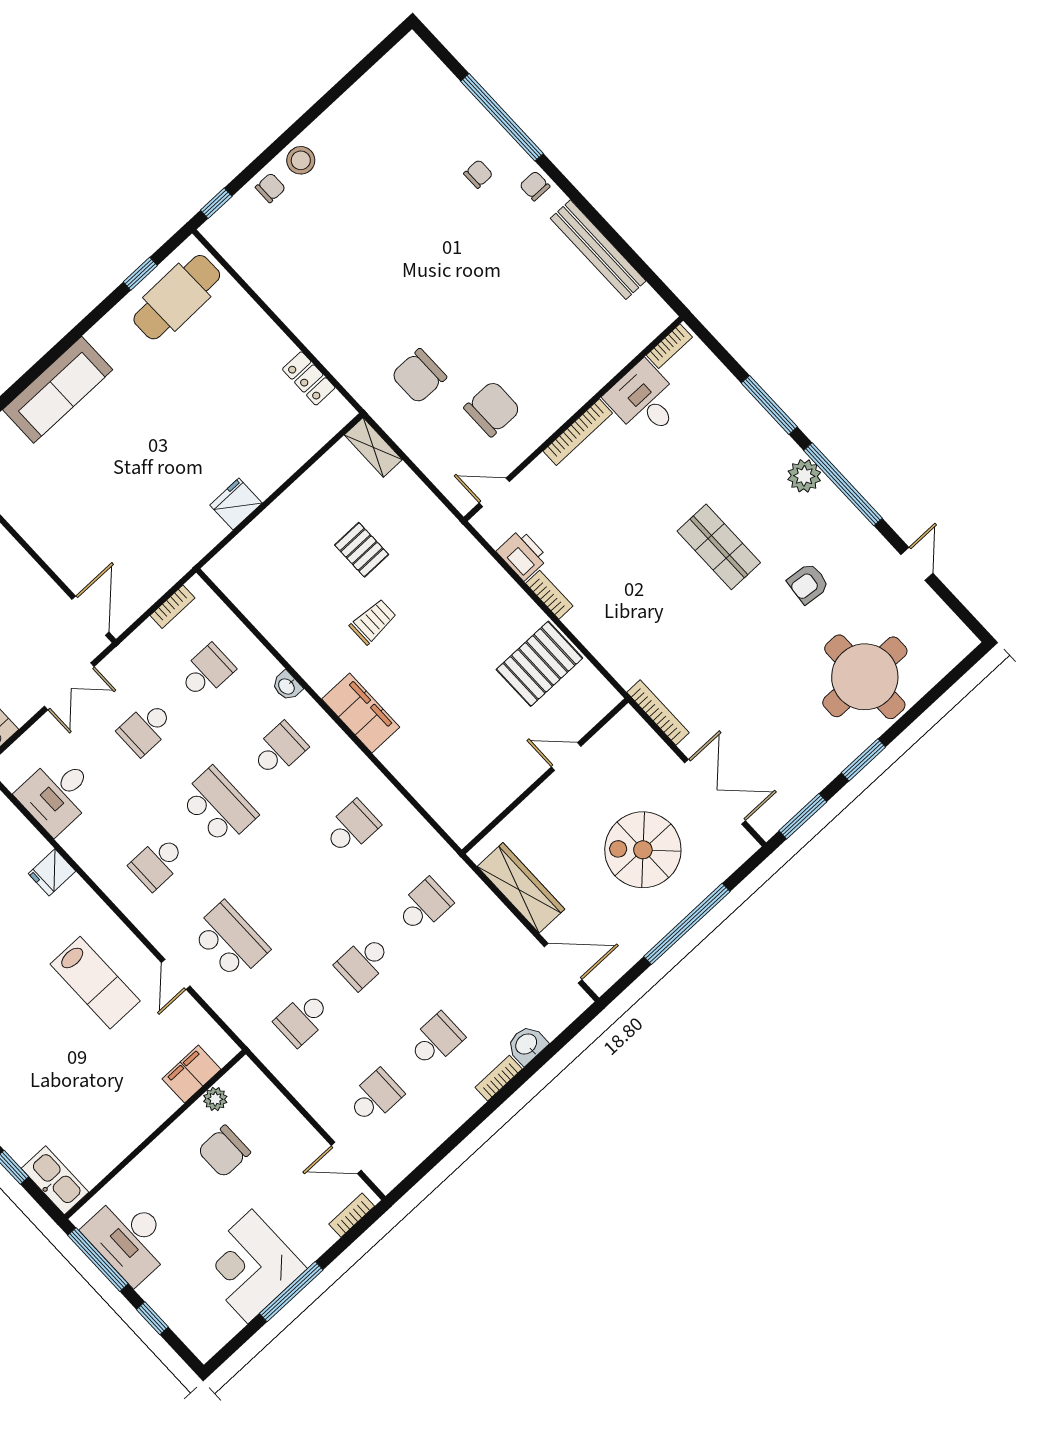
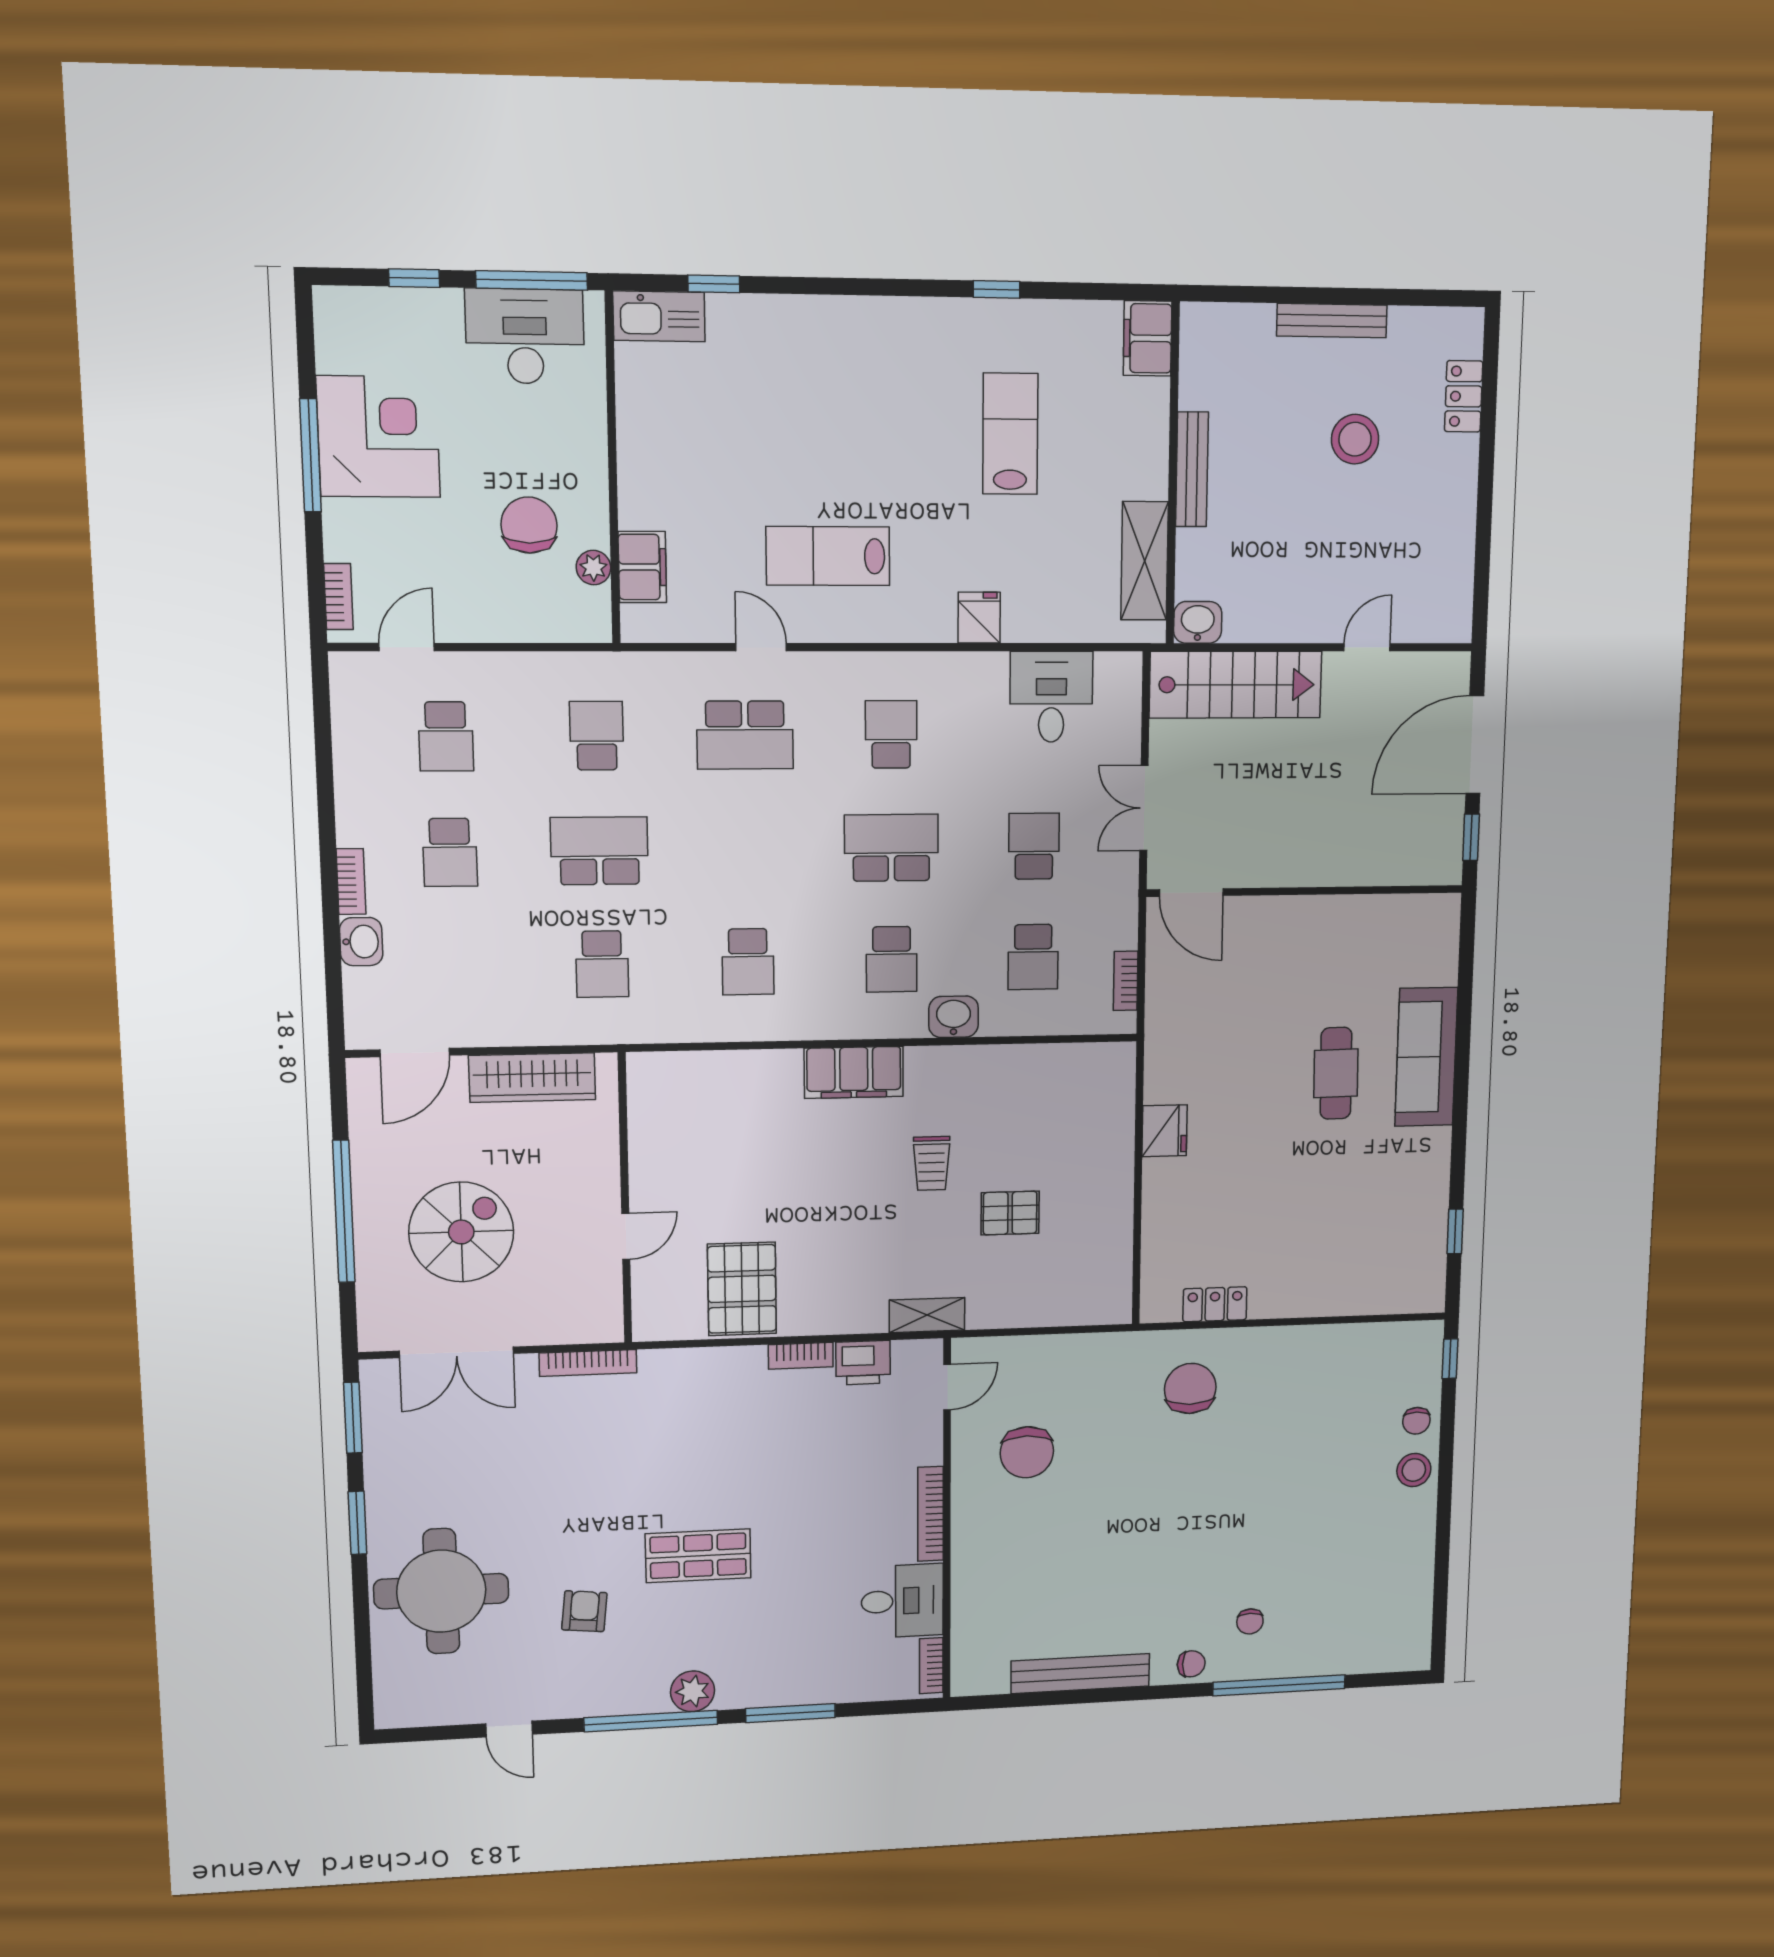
cafe table: (177, 297) -> (1336, 1073), moved, width x0.73, depth x0.74
chair: (419, 376) -> (1190, 1388), moved
shelving: (373, 447) -> (927, 1315), moved
washbasin: (287, 686) -> (954, 1017), width x1.38, depth x1.45
school desk: (218, 806) -> (891, 848), turned 180
school desk: (363, 962) -> (599, 851), width x1.85

